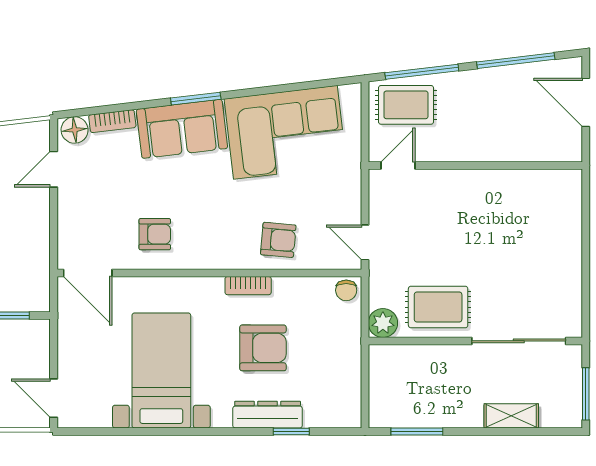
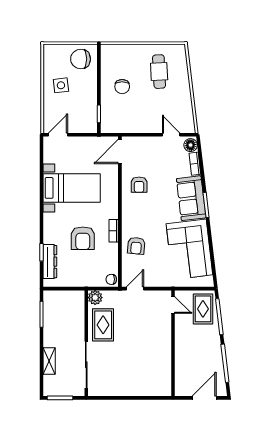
dresser: (268, 415) -> (50, 262), moved

